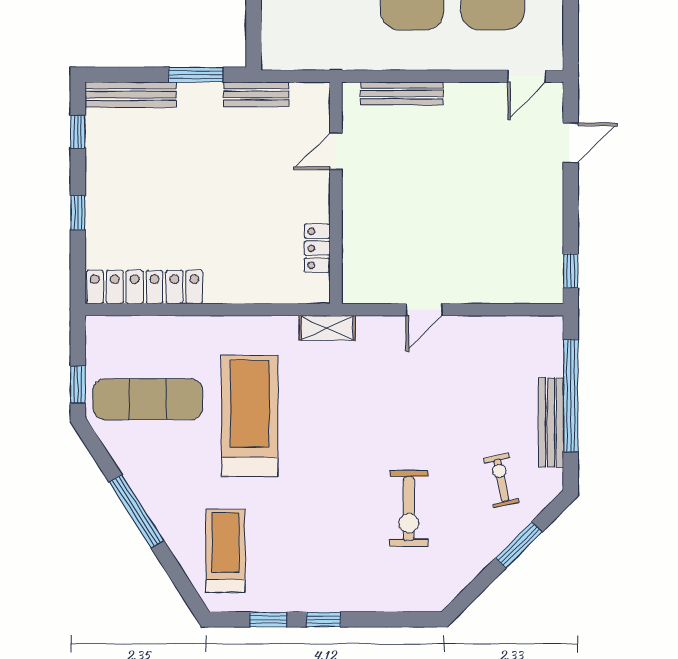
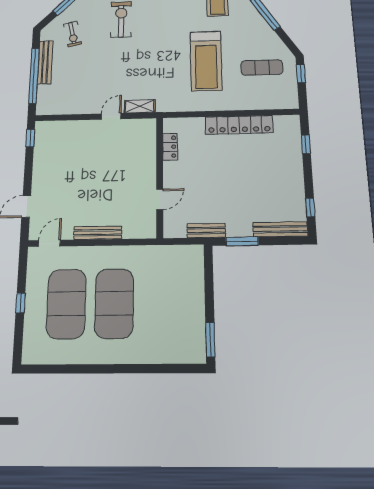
bench: (402, 93) -> (98, 233), moved
window: (78, 213) -> (306, 144), moved
locker: (145, 287) -> (239, 125), moved
shelving: (327, 328) -> (140, 106), moved
exercise mat: (148, 399) -> (262, 67), width x0.73, depth x0.69

